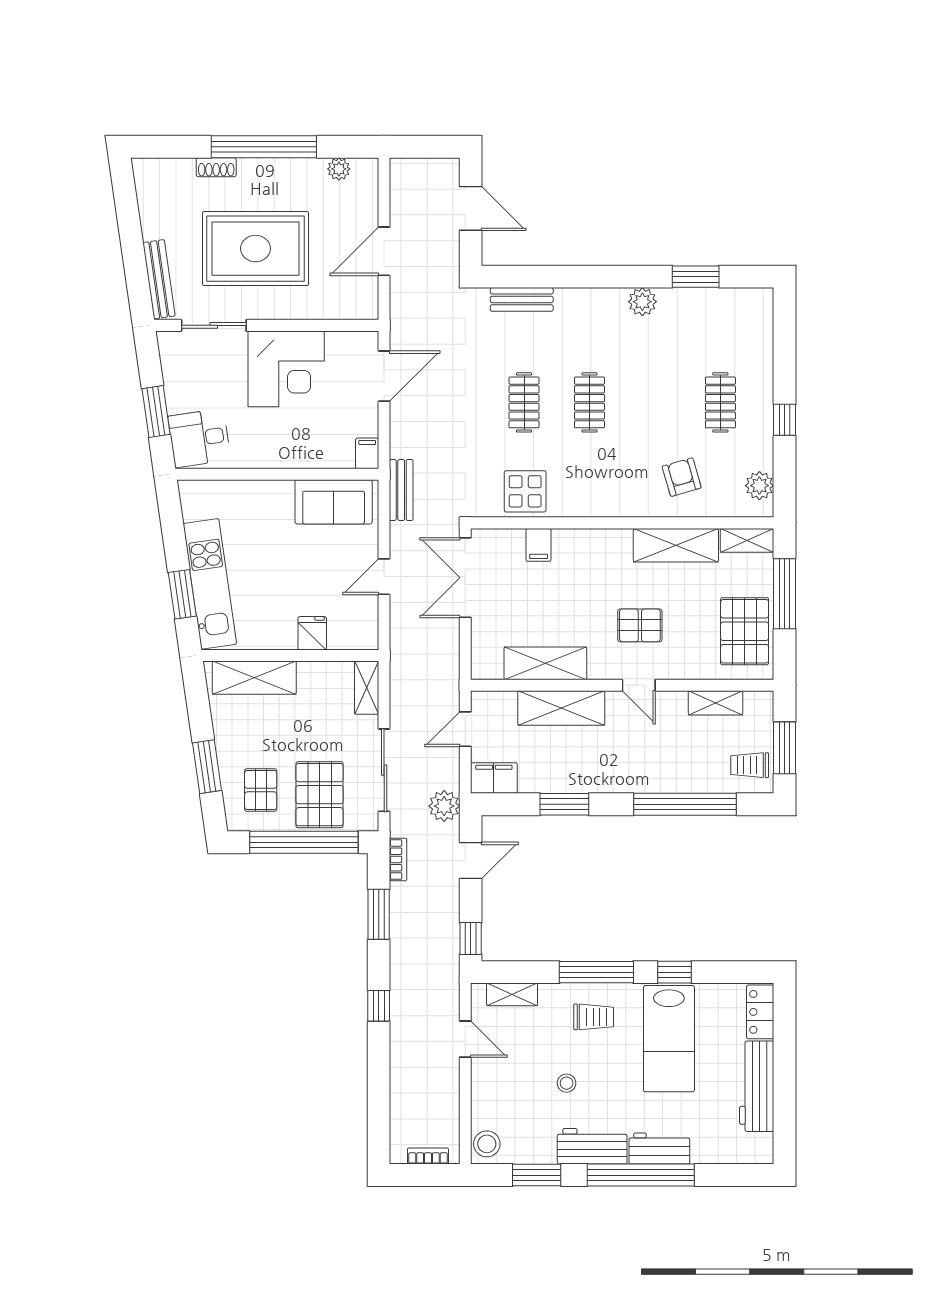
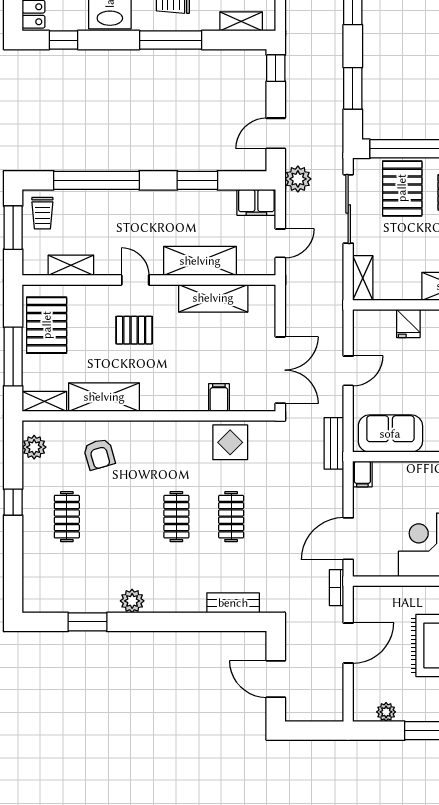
trolley: (750, 765) -> (42, 213), turned 90
bookcase: (398, 860) -> (336, 588), moved
window: (674, 972) -> (64, 40), moved

